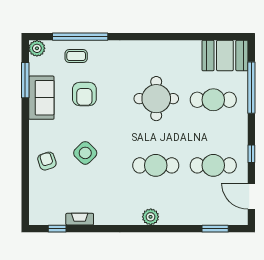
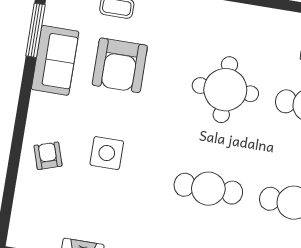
armchair: (84, 94) -> (120, 65), width x1.36, depth x1.36
side table: (85, 153) -> (107, 153), turned 45

